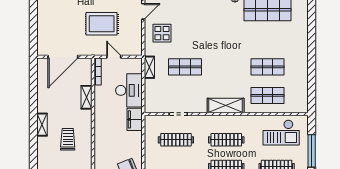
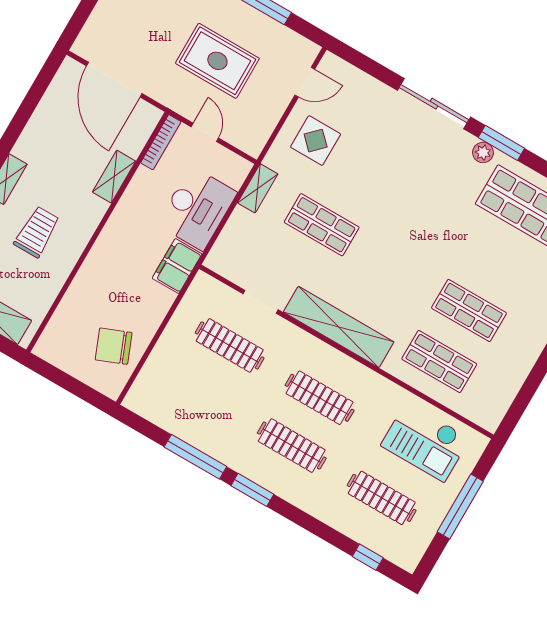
door: (63, 57) -> (114, 80), hinge flipped
shelving: (226, 106) -> (339, 327), width x1.47

